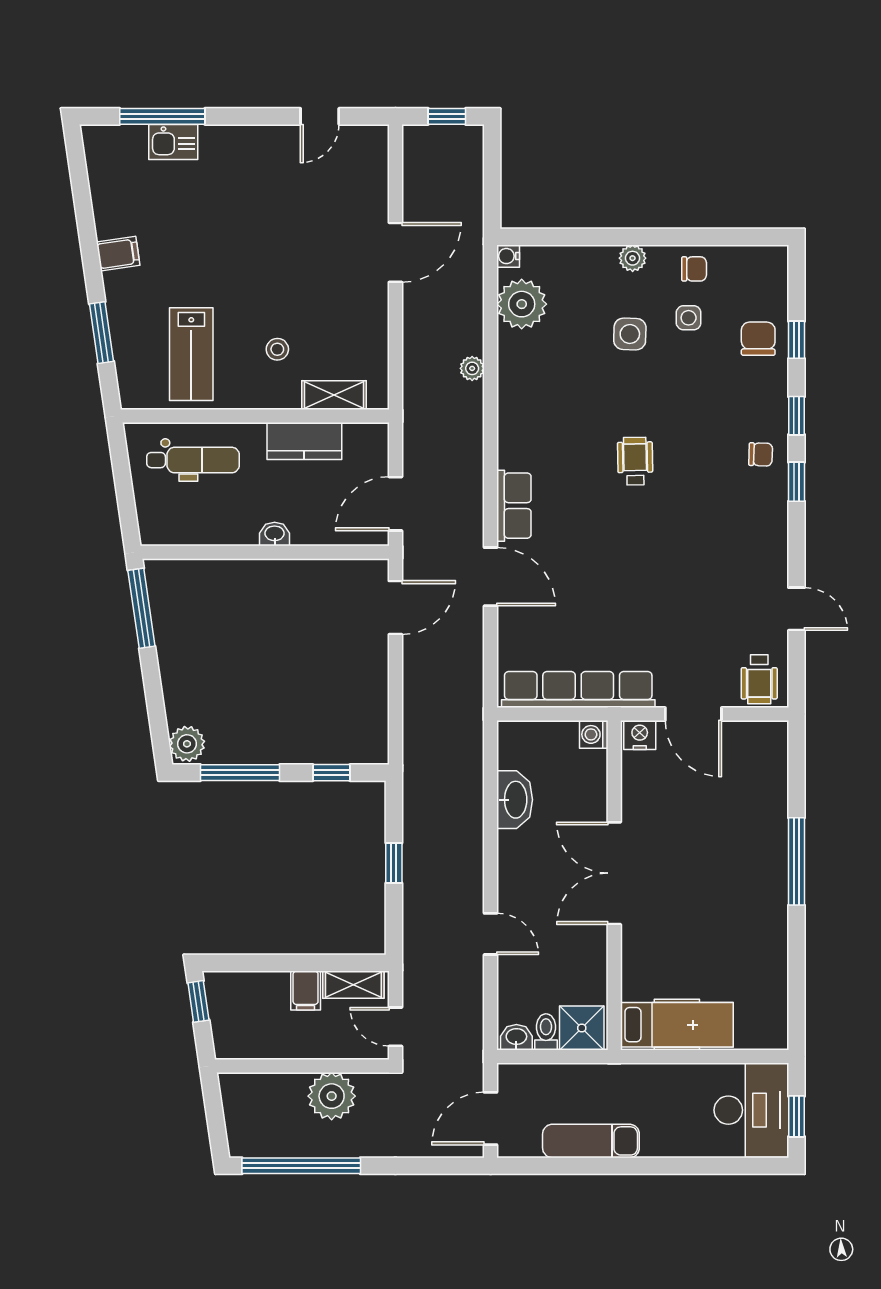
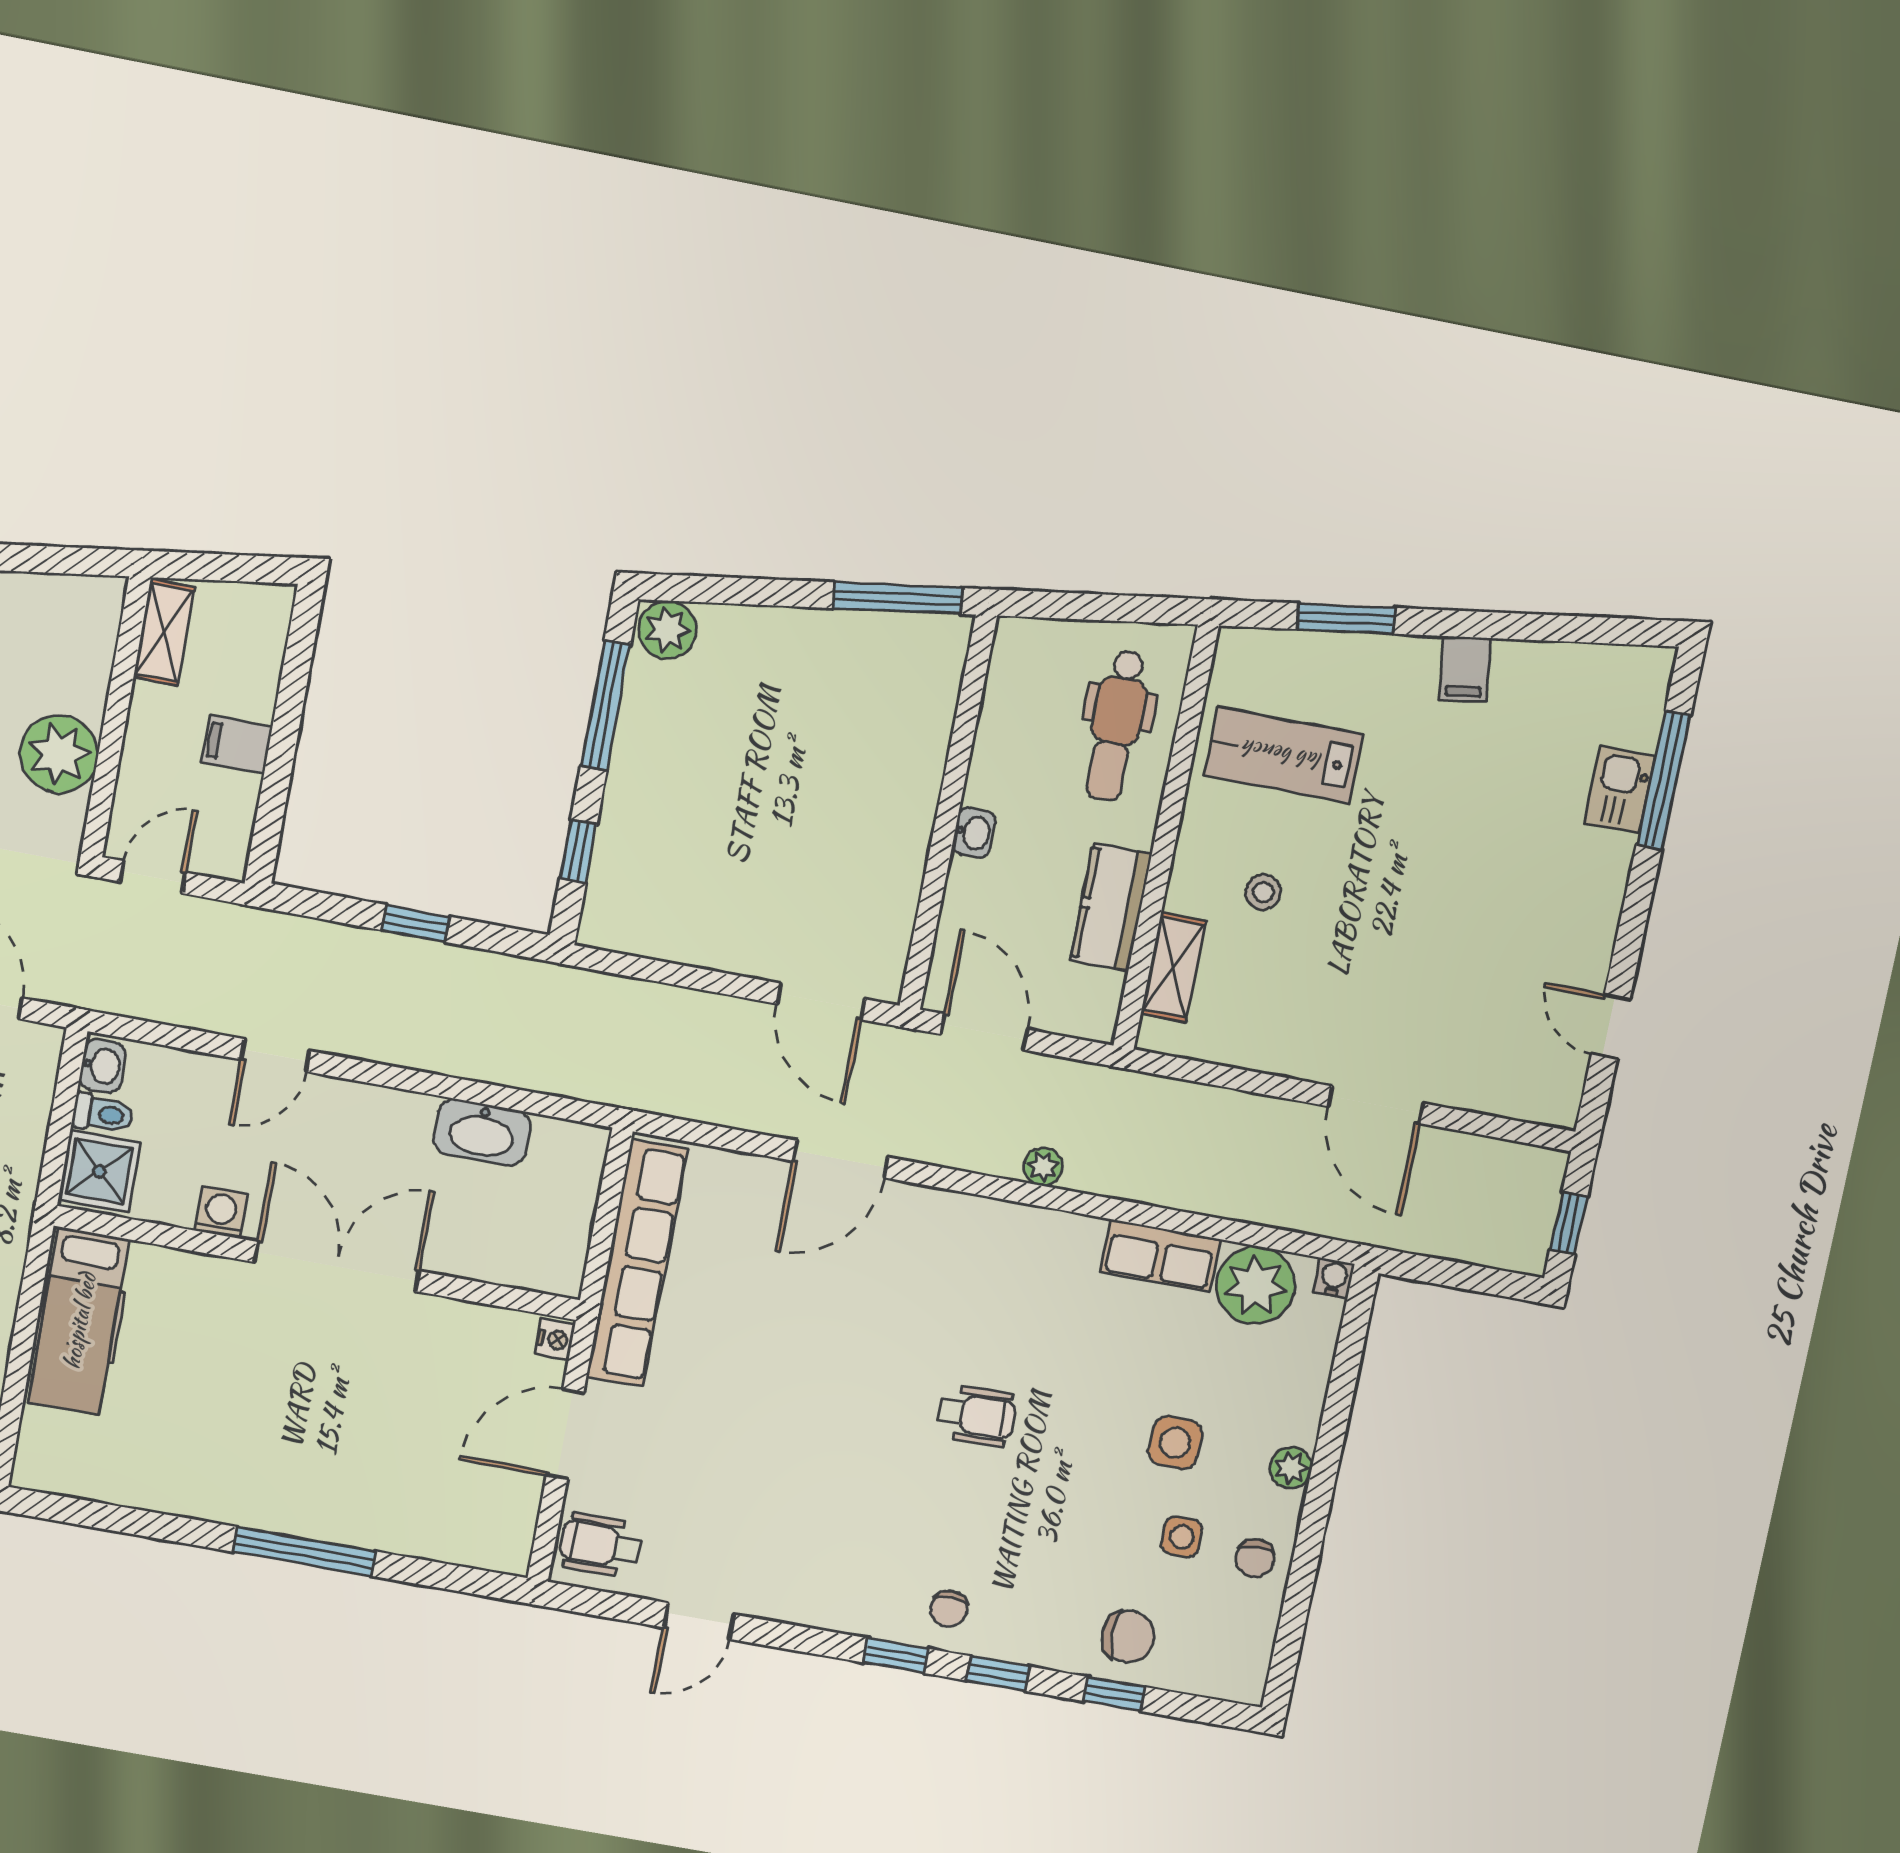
plant: (472, 368) -> (1043, 1167), moved
row of seats: (514, 506) -> (1160, 1255), moved
washing machine: (594, 734) -> (221, 1213), moved
nightstand: (640, 735) -> (555, 1340), width x0.72, depth x0.74
shelving: (353, 985) -> (164, 632), moved
window: (198, 1001) -> (250, 569), removed

